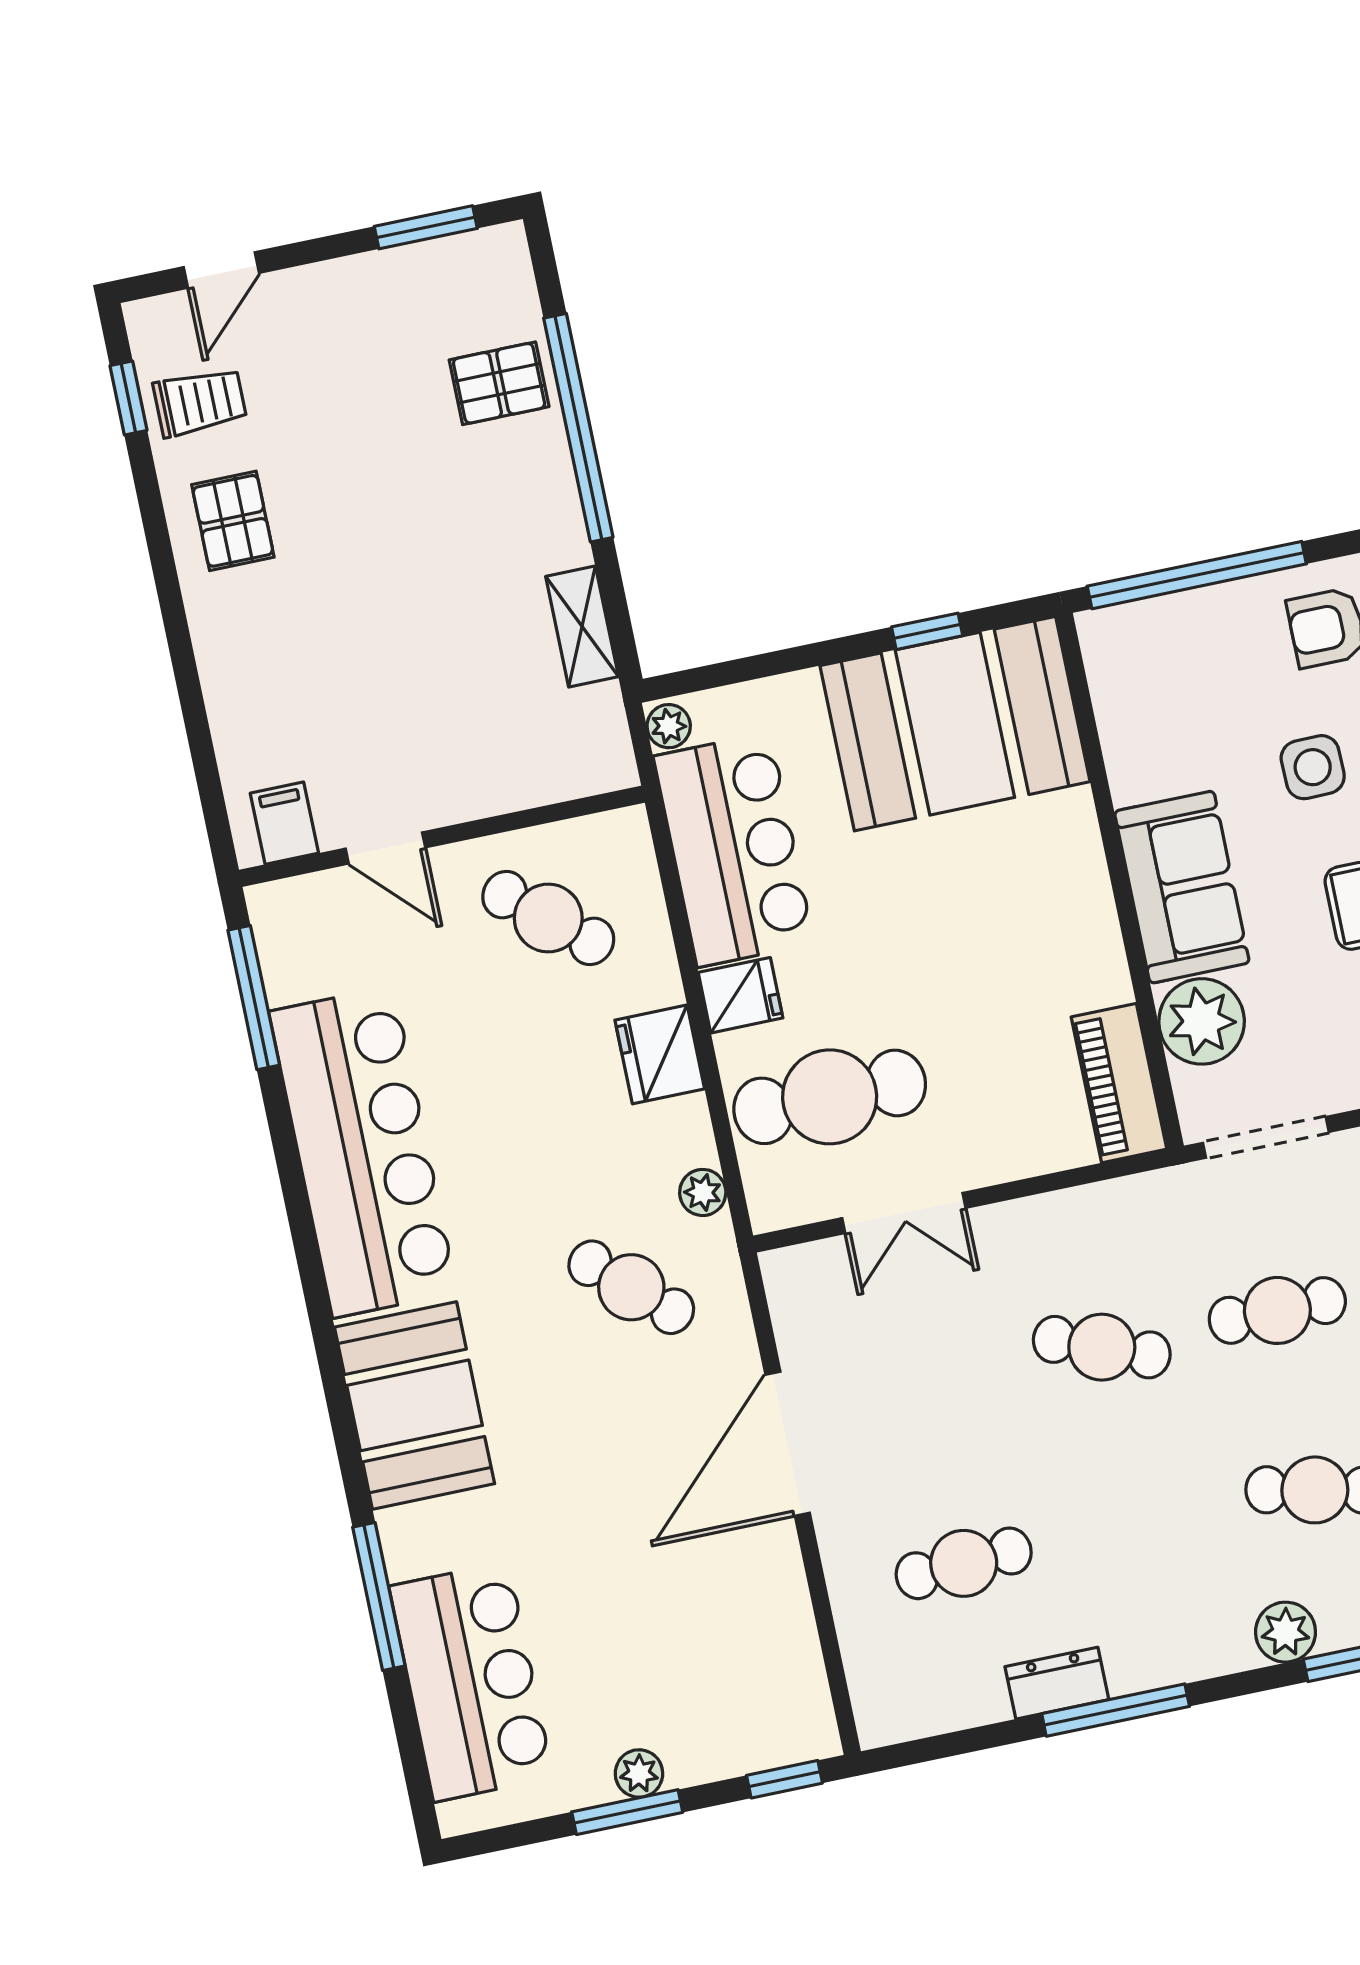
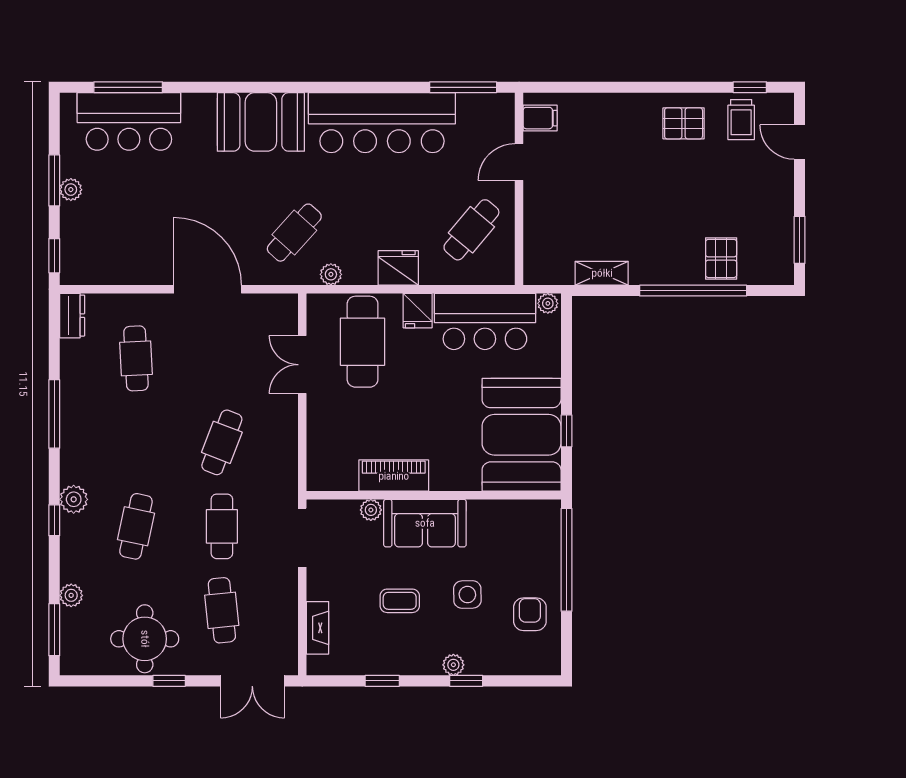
plant: (1202, 1021) -> (371, 510), width x0.53, depth x0.53
piano: (1119, 1083) -> (394, 476), moved
window: (379, 1597) -> (128, 87), moved
dresser: (1057, 1683) -> (72, 316), moved

